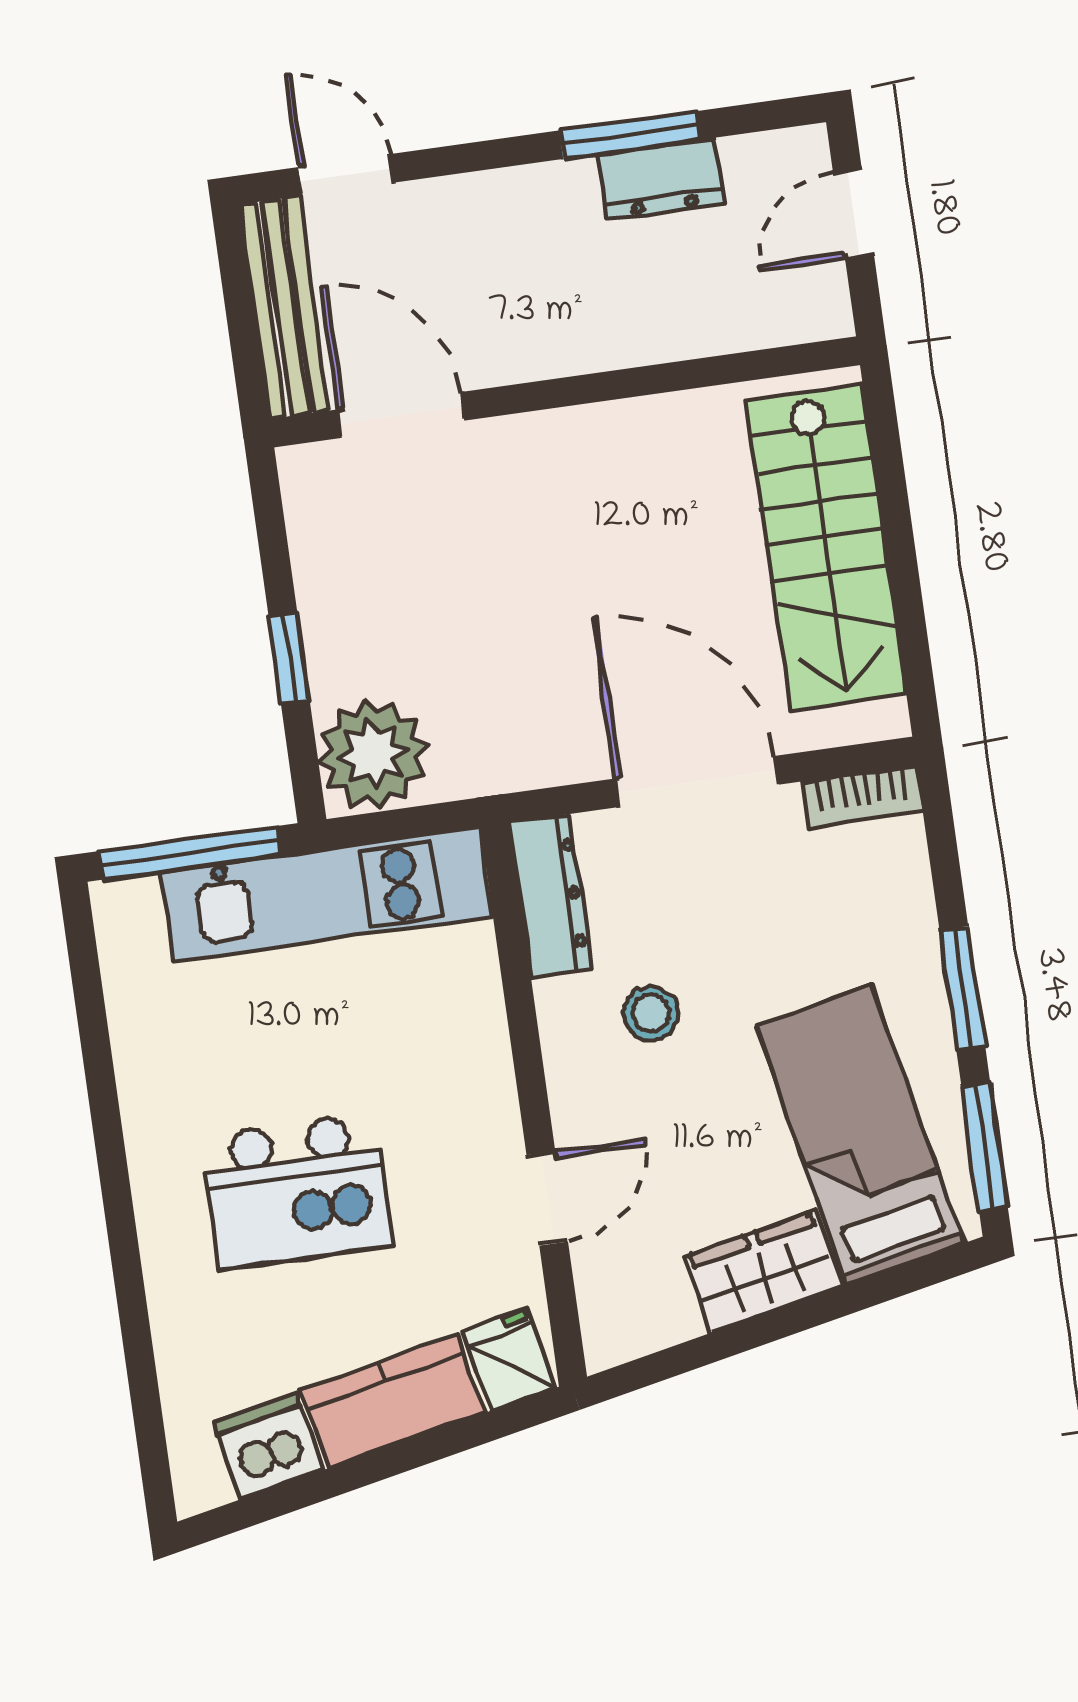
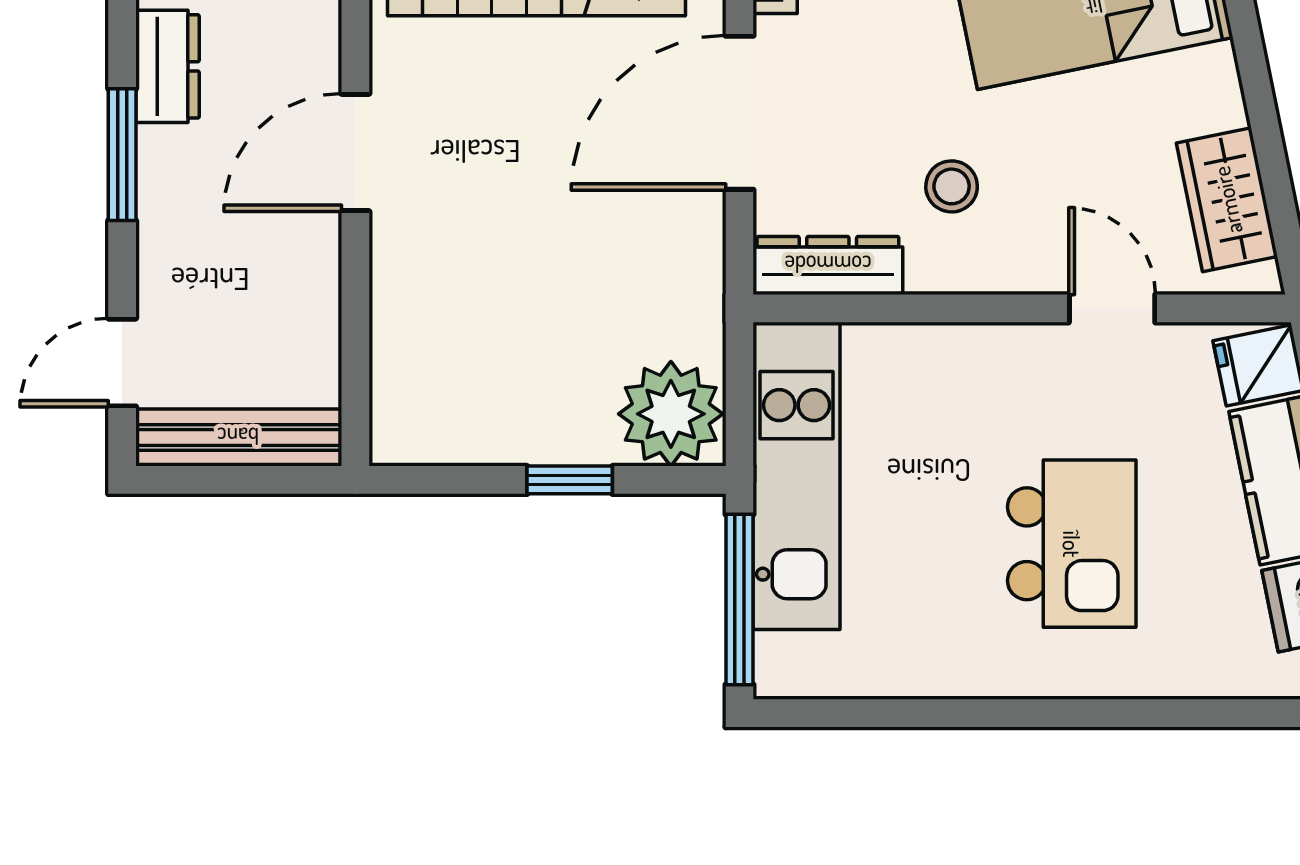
window: (630, 135) -> (122, 155), moved
door: (401, 415) -> (355, 152), moved
wardrobe: (763, 1272) -> (1227, 200), moved

